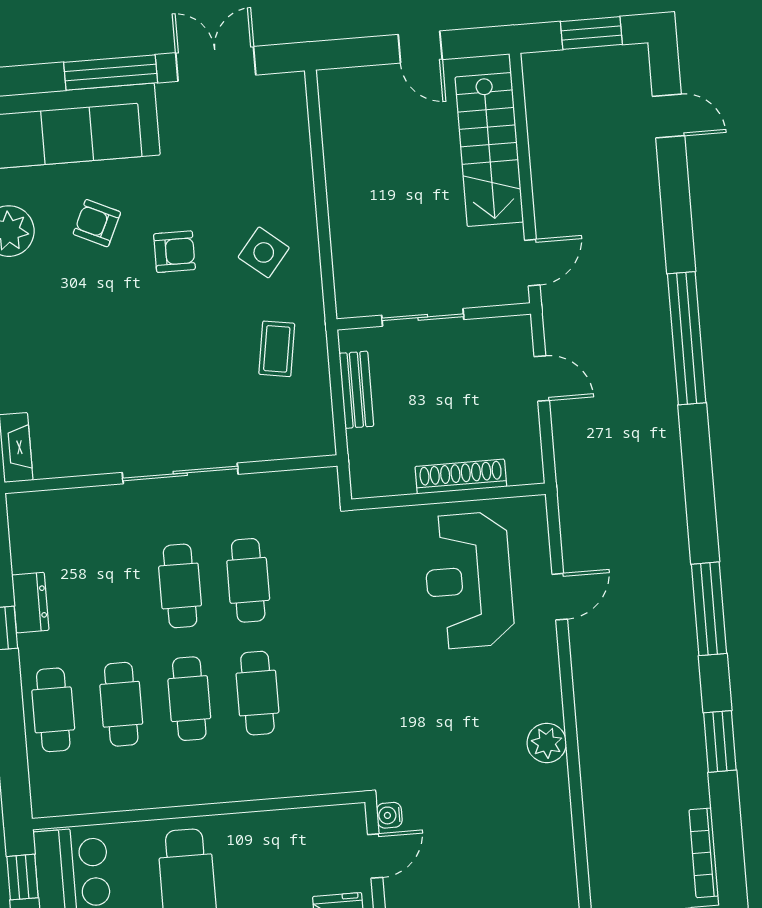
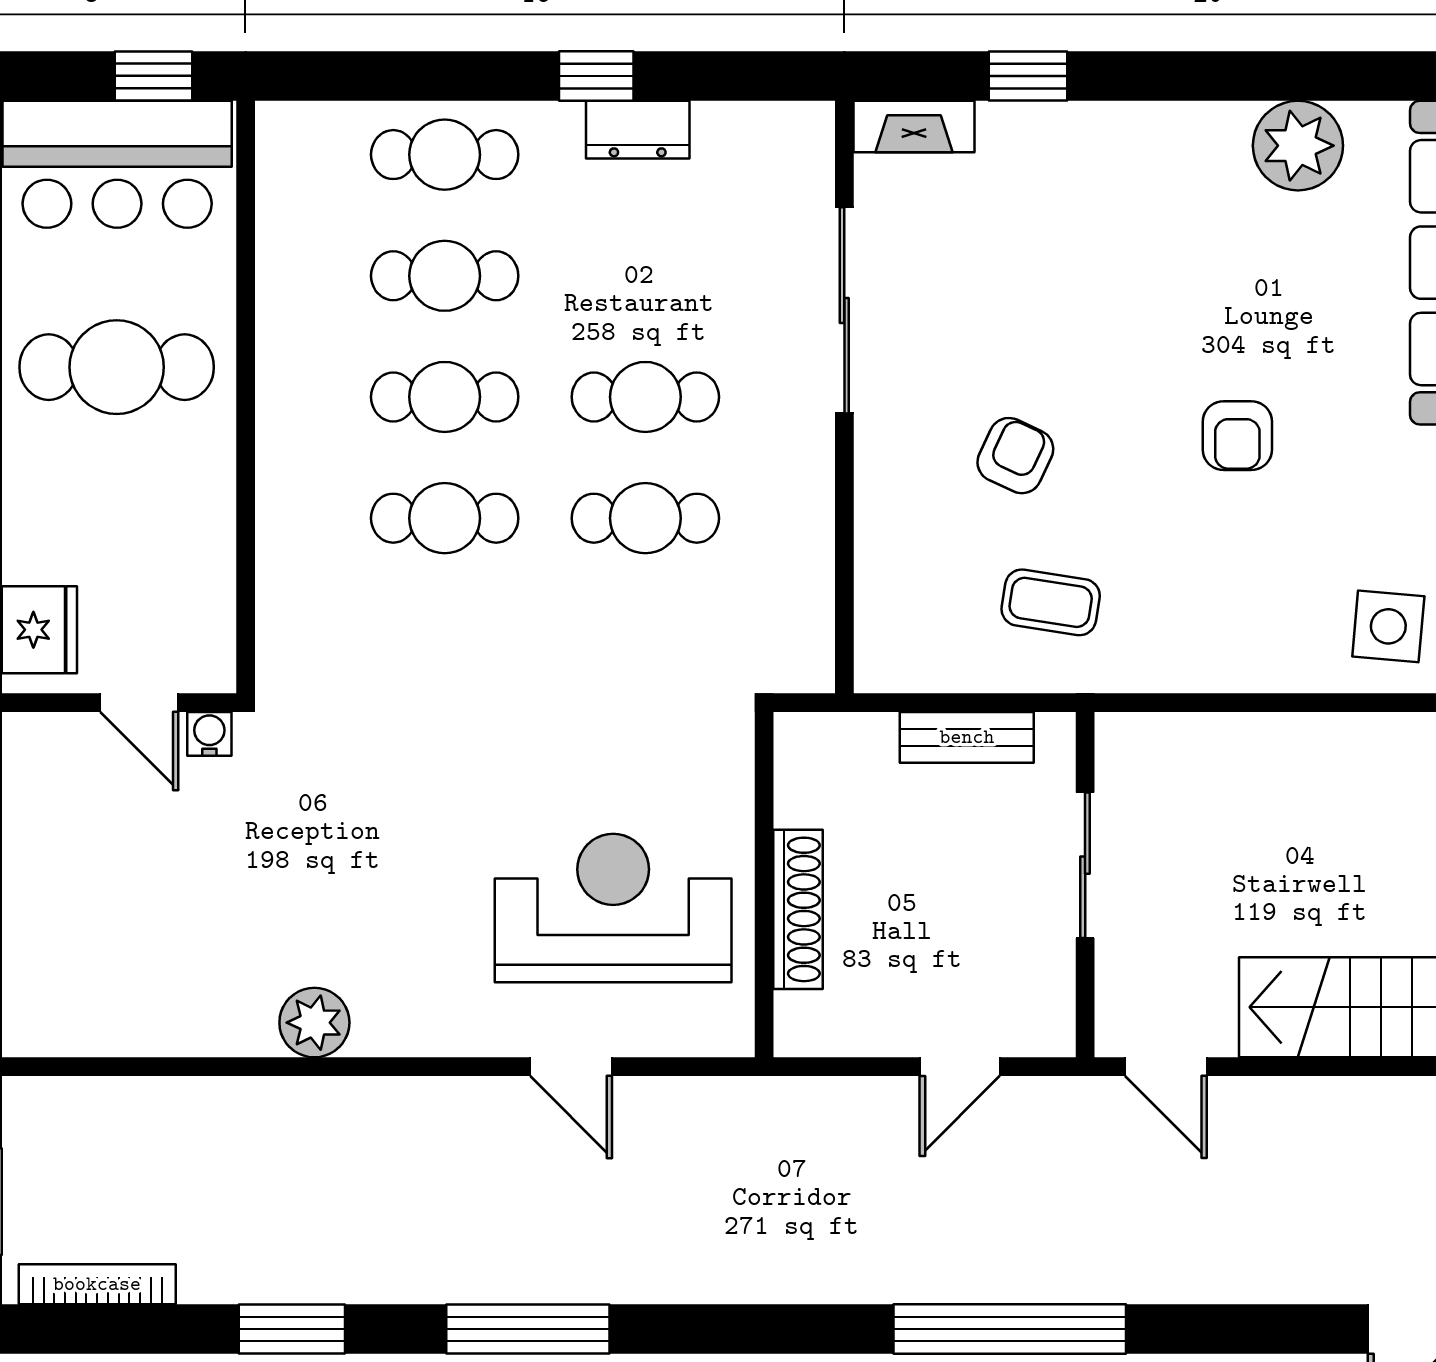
armchair: (97, 223) -> (1015, 456), moved
side table: (264, 252) -> (1388, 626), moved, turned -34
sliding door: (180, 473) -> (844, 310), moved

